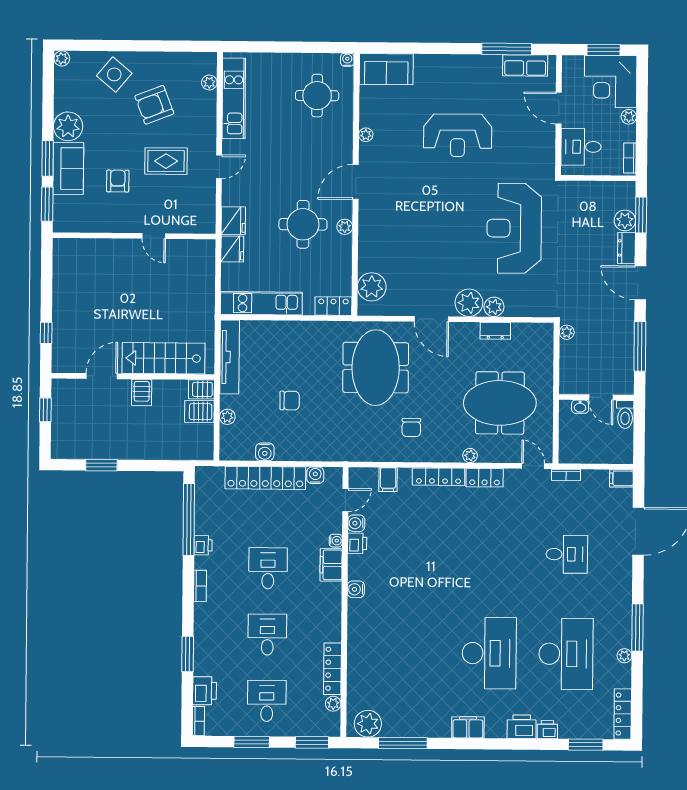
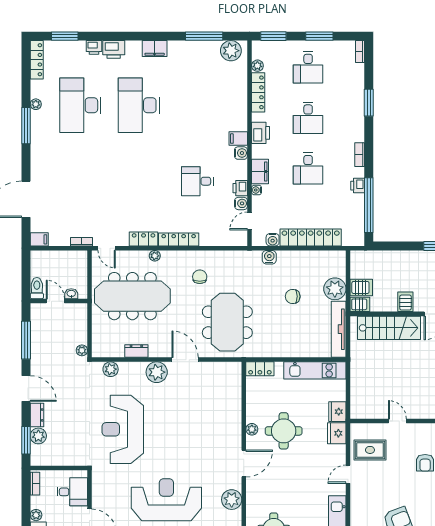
plant: (366, 135) -> (232, 500), width x1.88, depth x1.88
reception desk: (458, 135) -> (166, 500), width x1.36, depth x1.30
rug: (166, 161) -> (370, 450), moved
reception desk: (514, 228) -> (123, 429), turned 180
plant: (372, 287) -> (231, 384), removed
plant: (494, 307) -> (111, 369), moved
meeting table: (500, 403) -> (132, 296), width x1.36
plant: (227, 417) -> (335, 289), width x1.88, depth x1.88
water cooler: (265, 452) -> (269, 257), moved
filing cabinet: (388, 480) -> (238, 139), moved, turned -90
desk: (567, 554) -> (197, 181), moved
printer: (205, 691) -> (261, 133), moved, turned 180

